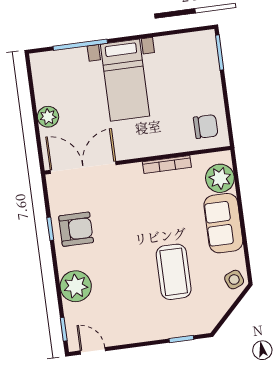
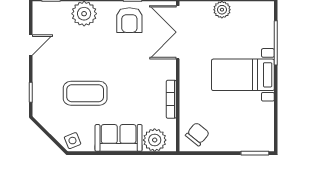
chair: (206, 127) -> (197, 134), turned -141
double door: (83, 168) -> (178, 32), swing flipped
door: (93, 351) -> (31, 45), moved

